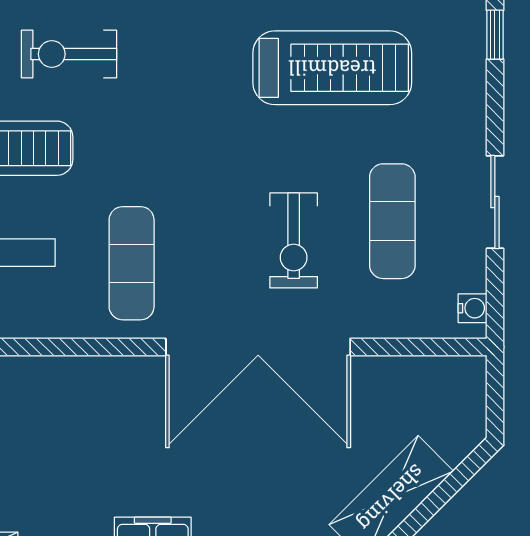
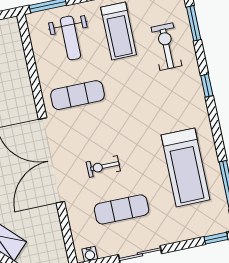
exercise bike: (294, 240) -> (103, 166), width x0.73, depth x0.72

